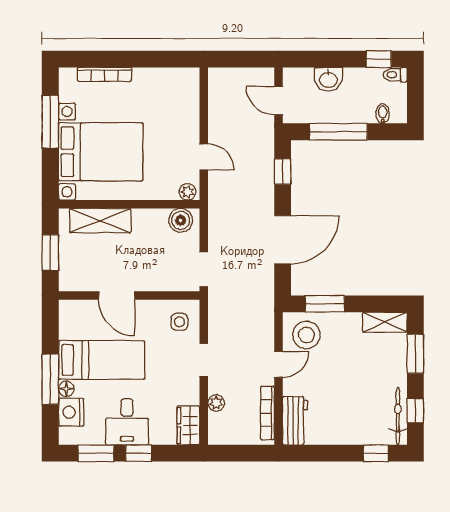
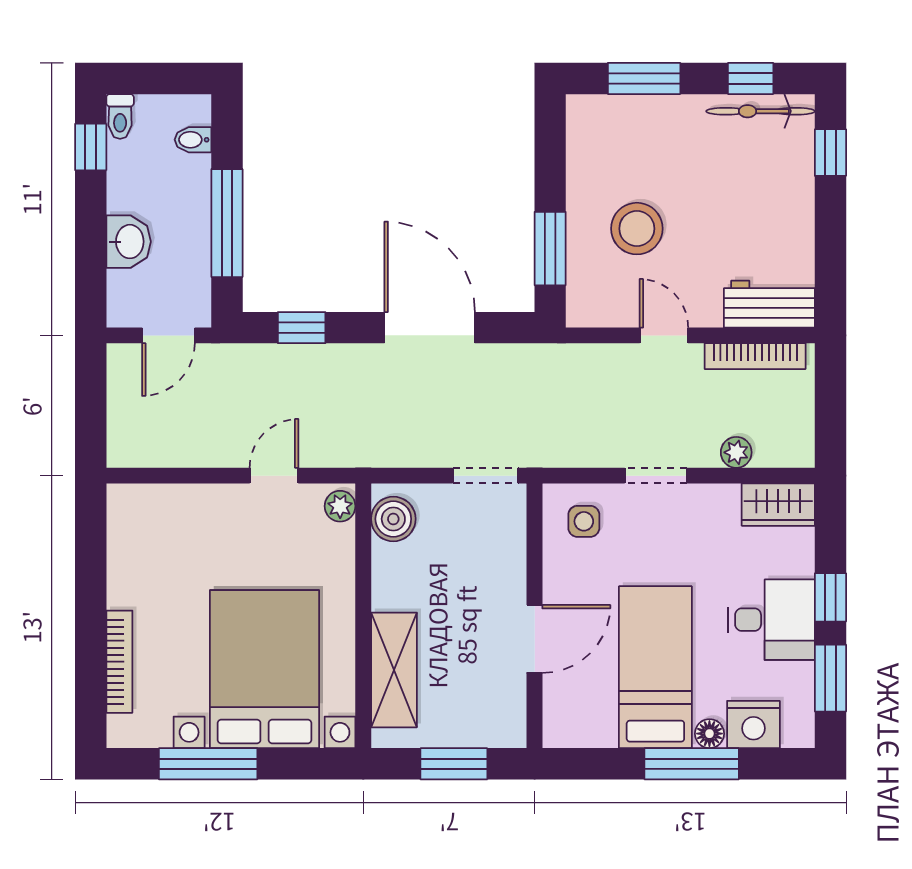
shelving: (385, 322) -> (584, 136), removed
stool: (306, 335) -> (637, 229), moved

